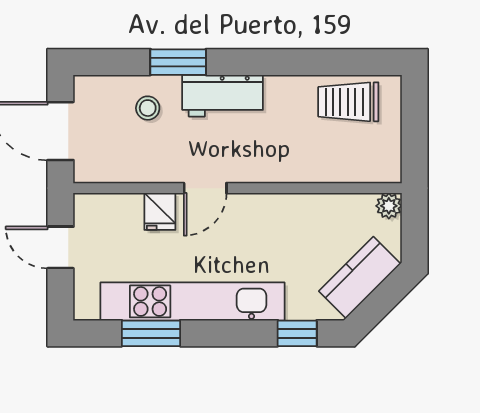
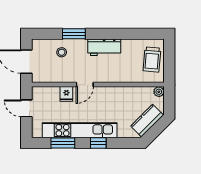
workbench: (223, 96) -> (104, 47), moved
trolley: (348, 102) -> (152, 59), moved, turned -85
window: (297, 333) -> (98, 143), moved

